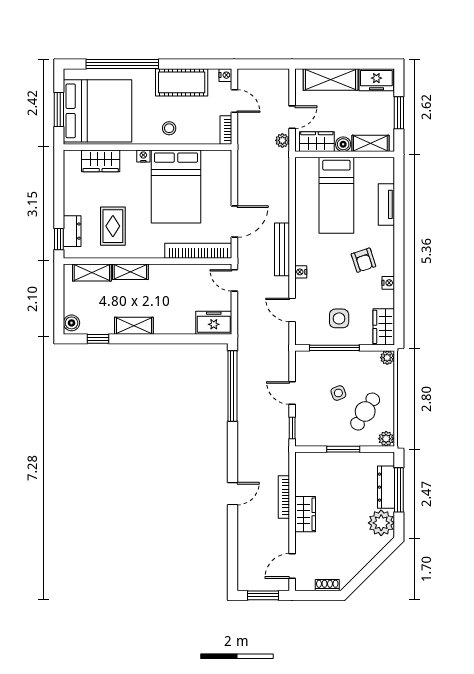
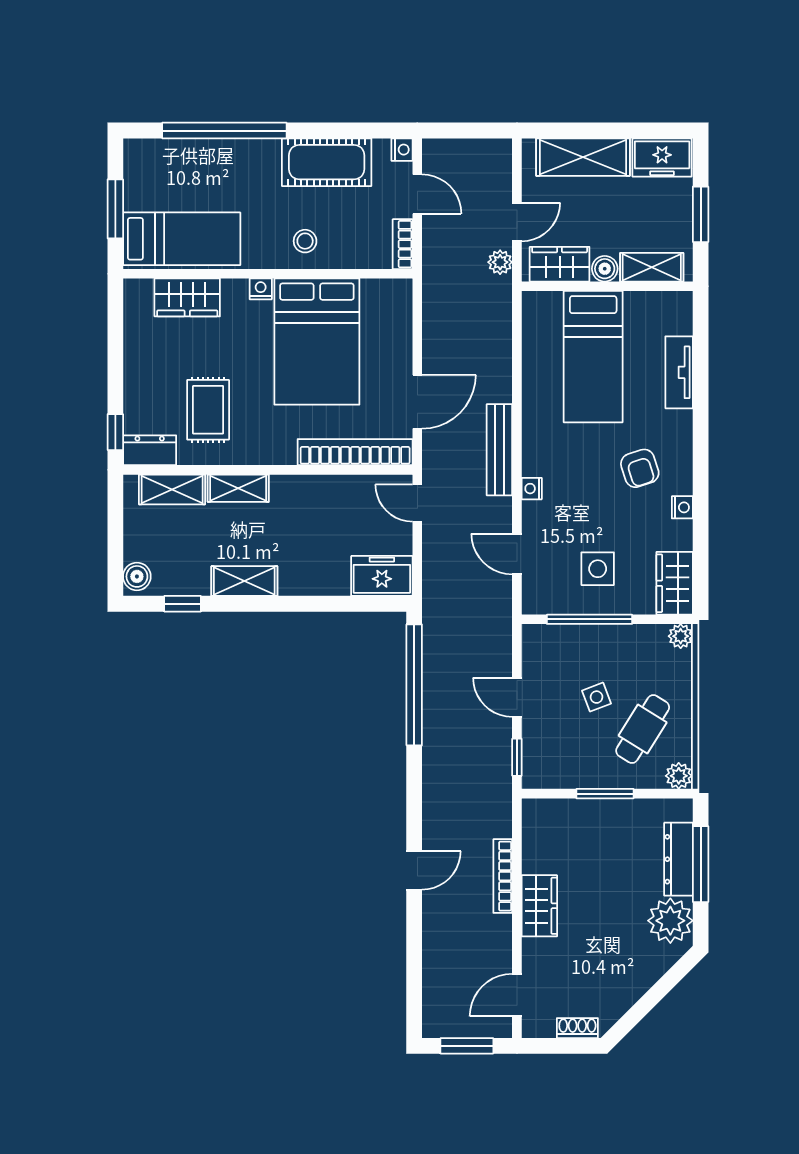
bed: (97, 111) -> (182, 239), width x0.49
dresser: (72, 231) -> (150, 450), moved, turned -90

